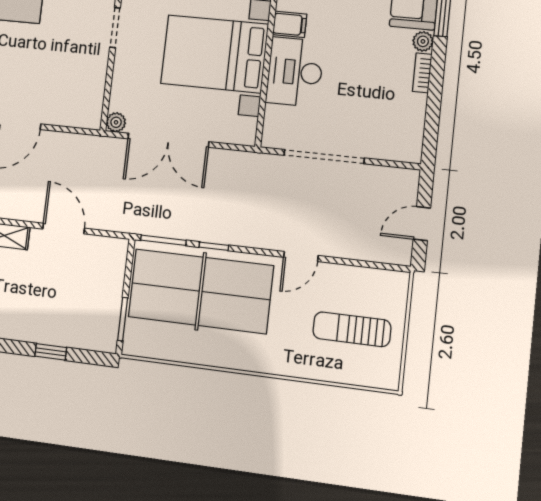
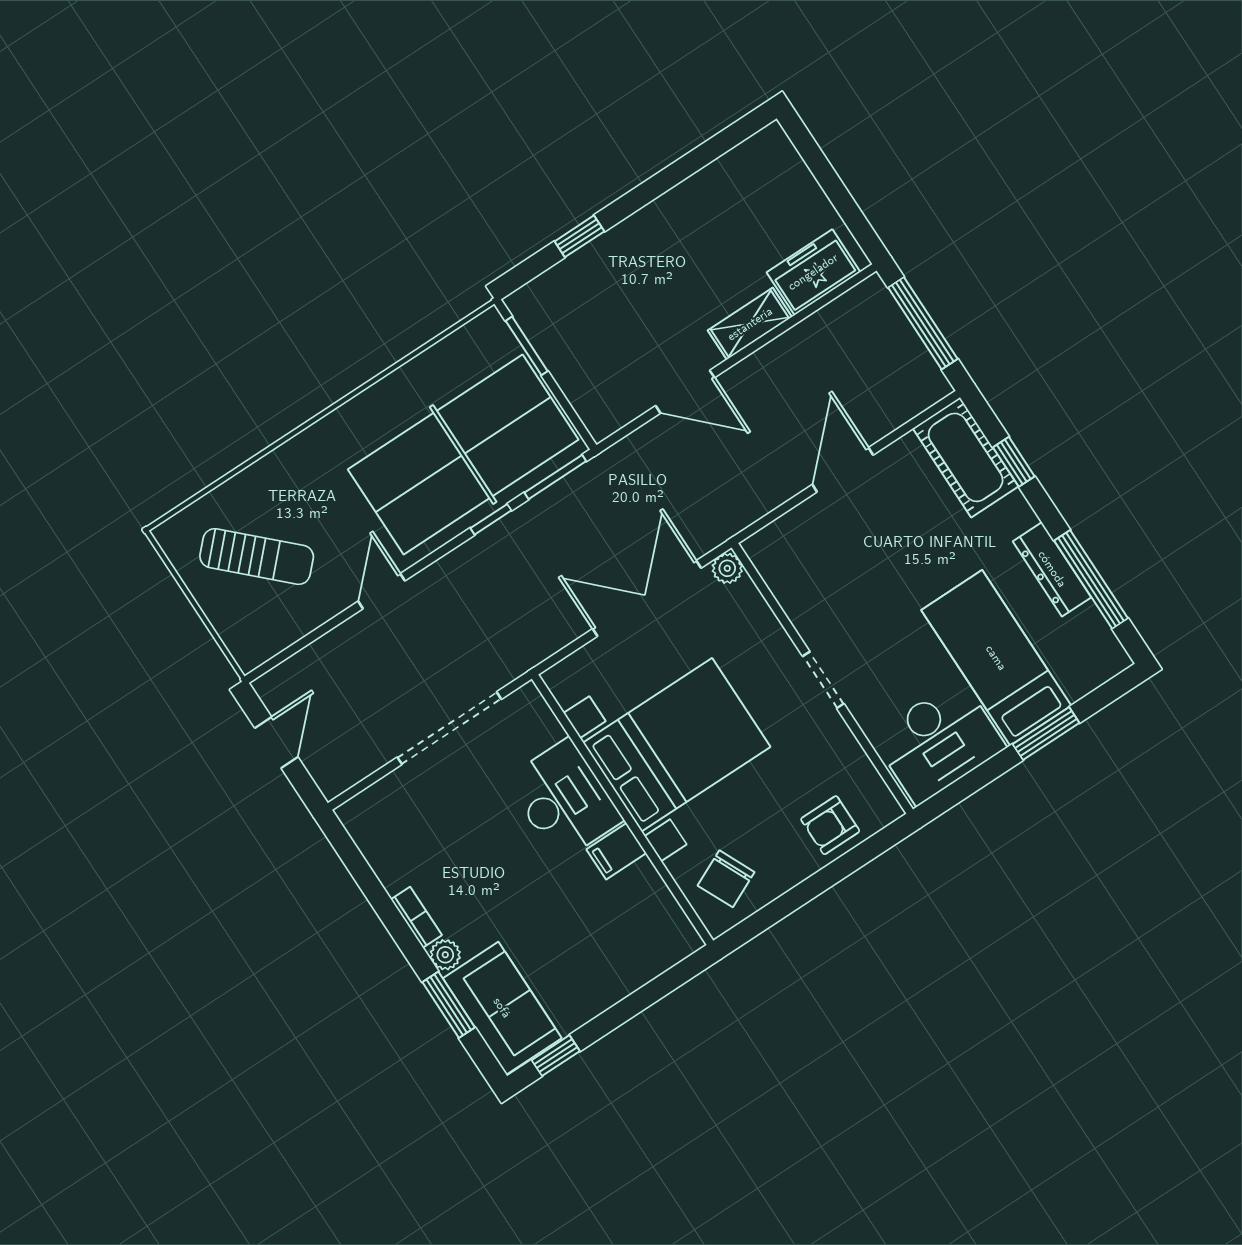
sun lounger: (352, 329) -> (257, 557), turned 44

